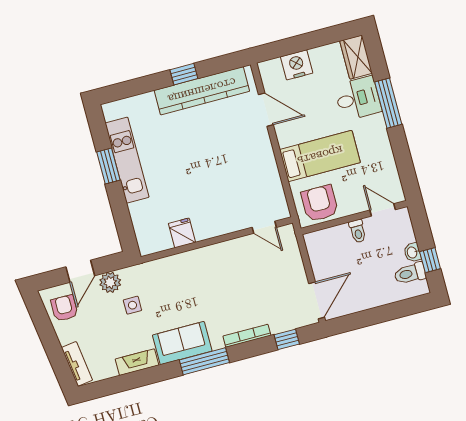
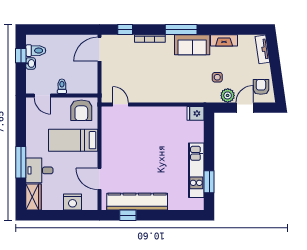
window: (184, 74) -> (128, 215), moved
window: (108, 166) -> (209, 182), moved
fridge: (182, 233) -> (196, 113), moved, turned 90
armchair: (64, 308) -> (261, 87), turned 180

